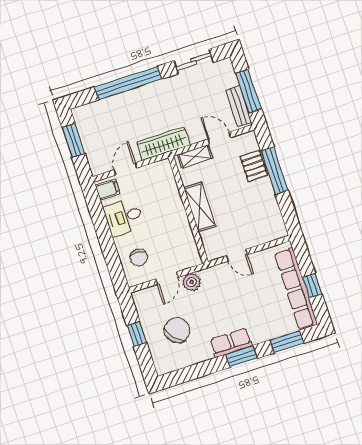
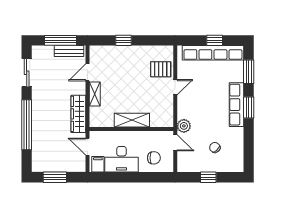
pallet: (254, 166) -> (161, 69), moved
window: (275, 171) -> (124, 40), width x0.46
shelving: (200, 207) -> (132, 120), moved
wall: (188, 210) -> (131, 129), moved
desk: (124, 217) -> (121, 159), width x1.37
chair: (177, 330) -> (215, 147), width x0.54, depth x0.54
row of seats: (231, 343) -> (237, 105), width x1.48

